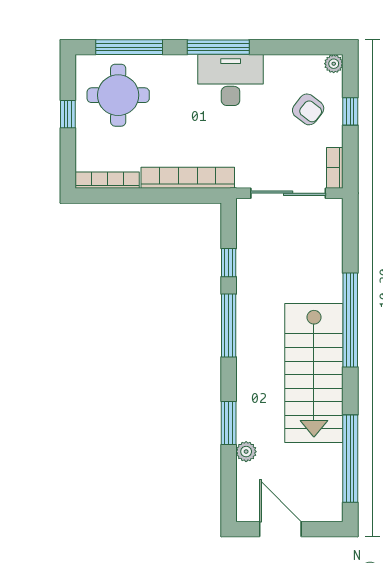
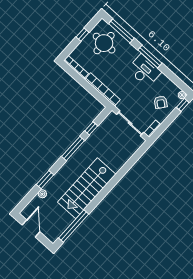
window: (350, 111) -> (183, 105), moved
window: (350, 320) -> (114, 182), removed

